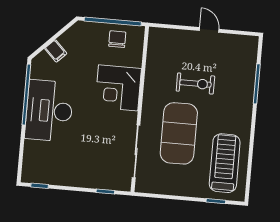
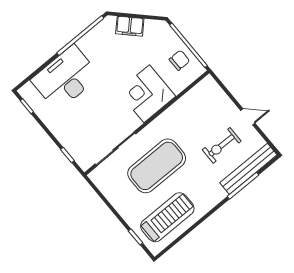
door: (209, 30) -> (248, 117), hinge flipped
filing cabinet: (56, 51) -> (130, 26), width x2.00
bench: (248, 68) -> (248, 169), added
exercise bike: (195, 84) -> (222, 145), moved, turned 91
desk: (49, 111) -> (65, 78), moved

